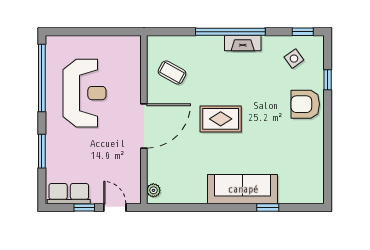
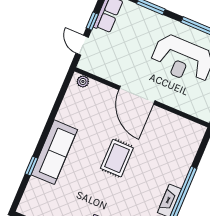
coffee table: (172, 72) -> (170, 135), removed
door: (115, 207) -> (82, 45), swing flipped

